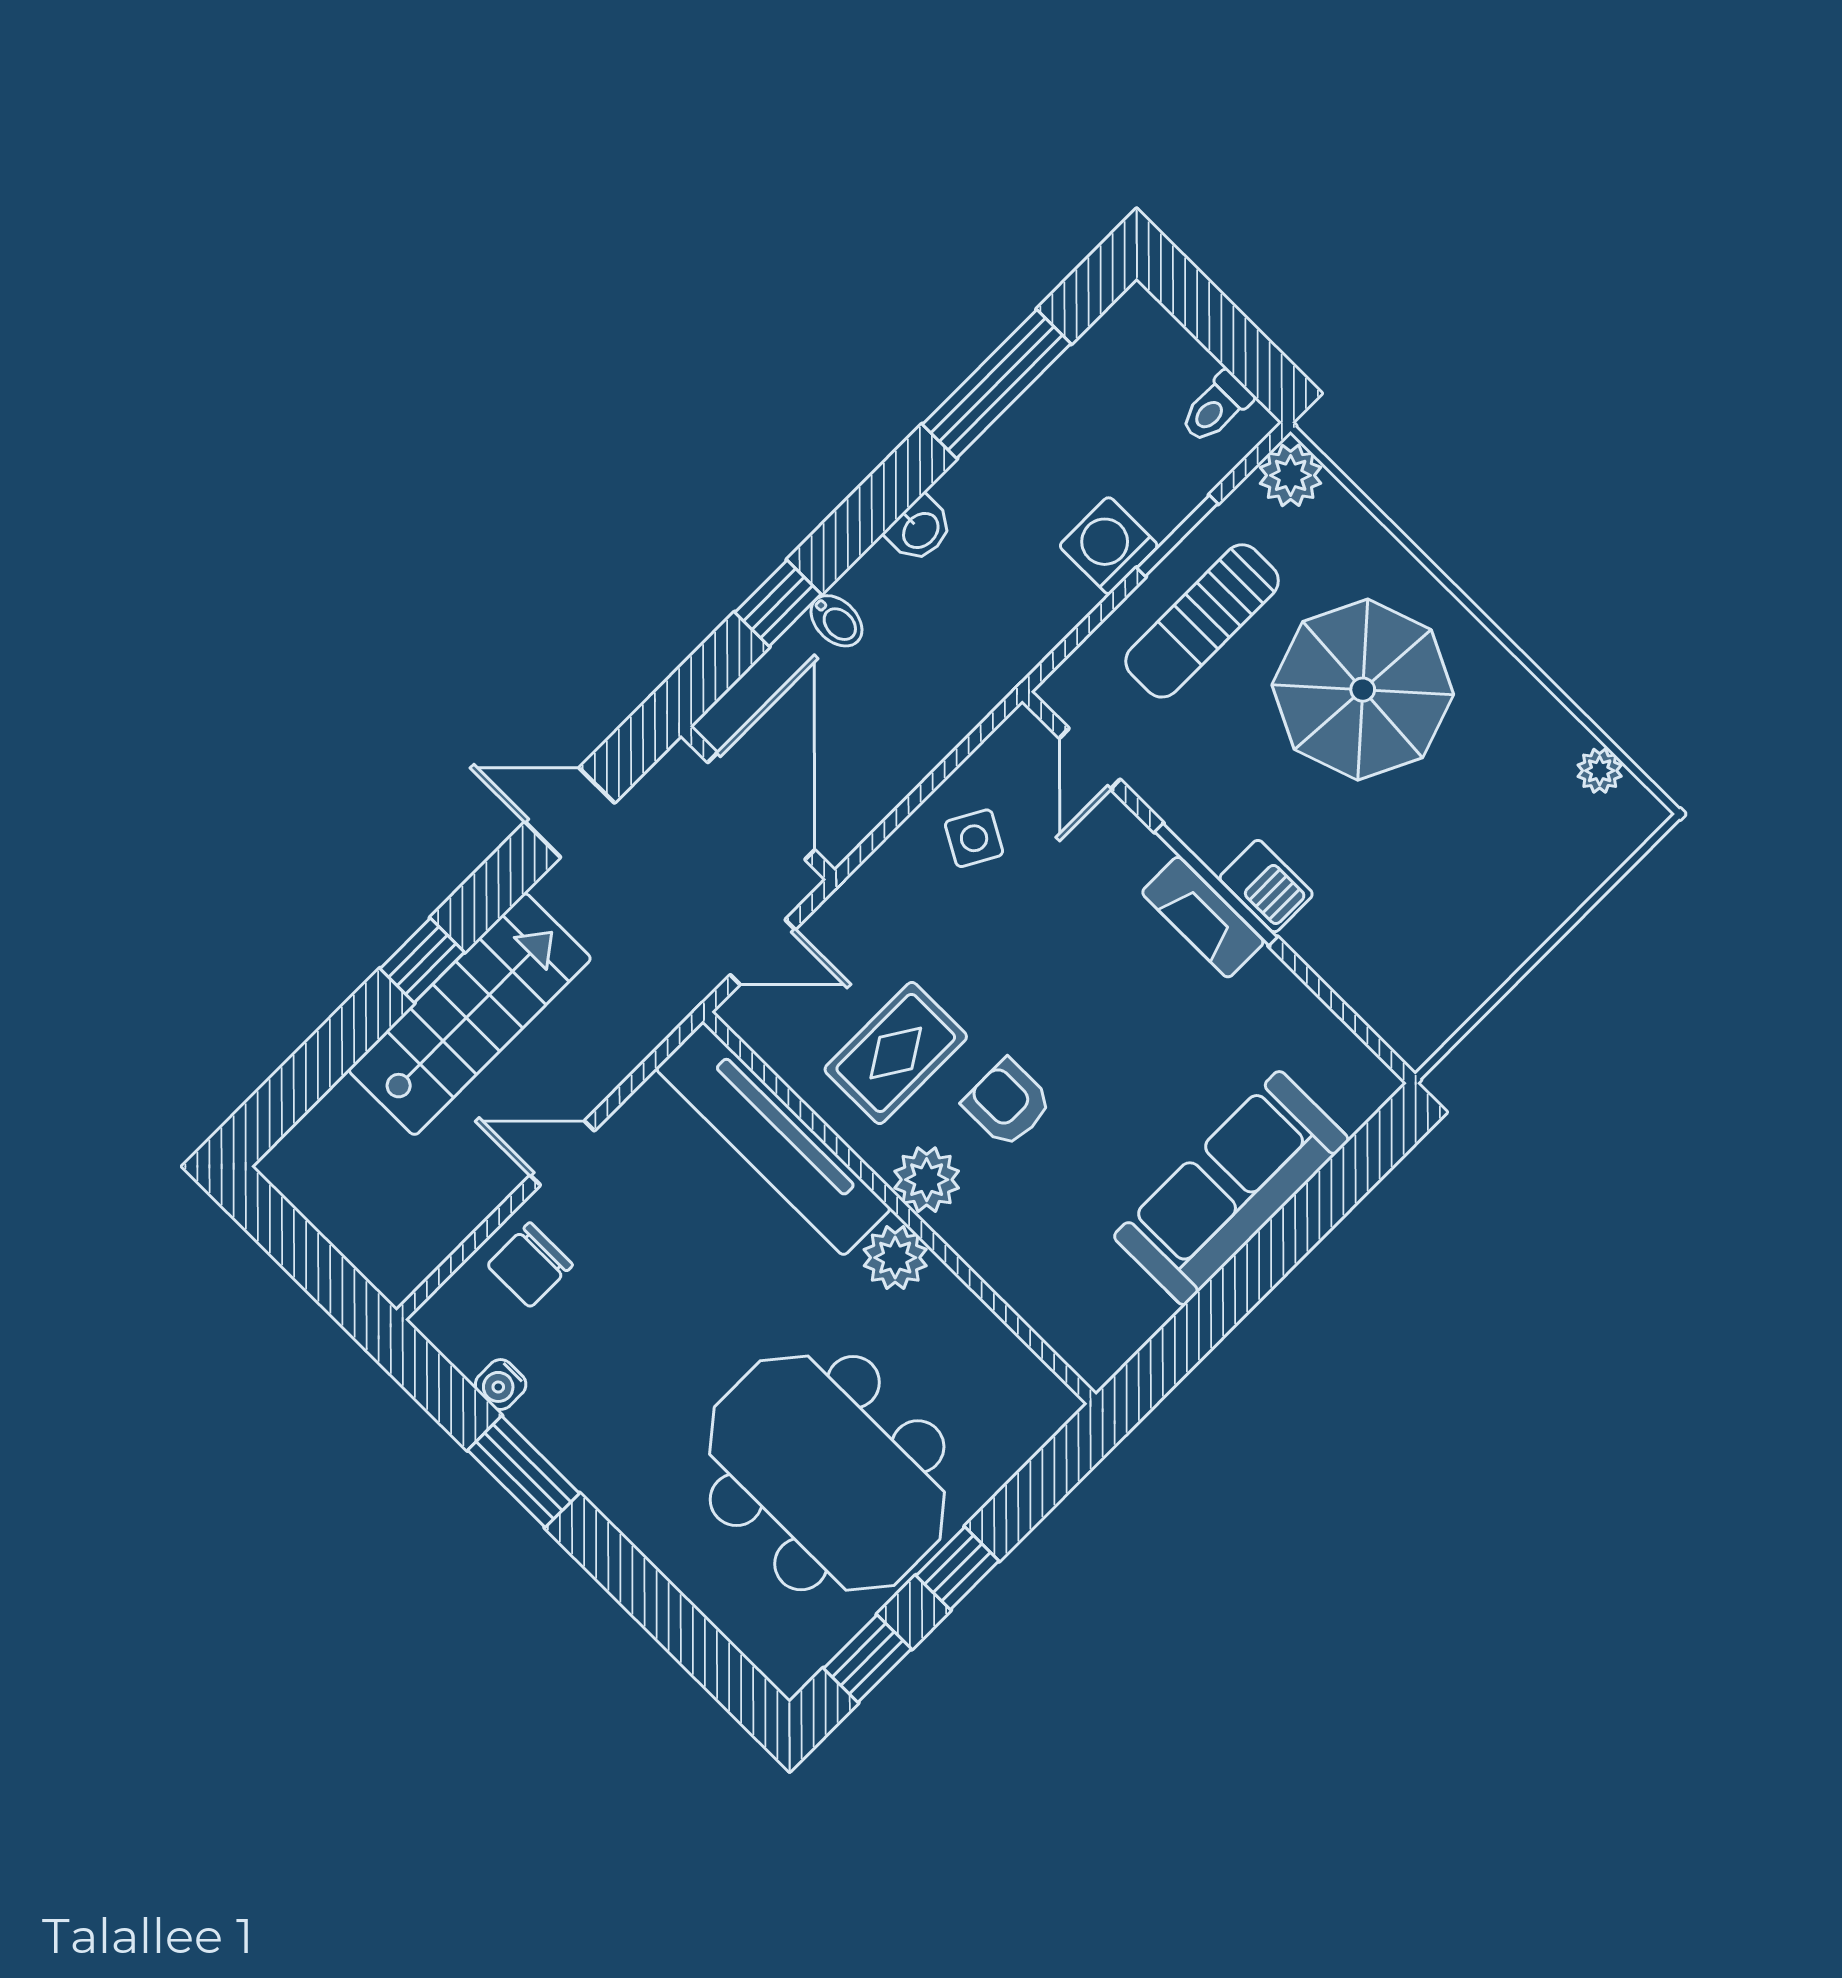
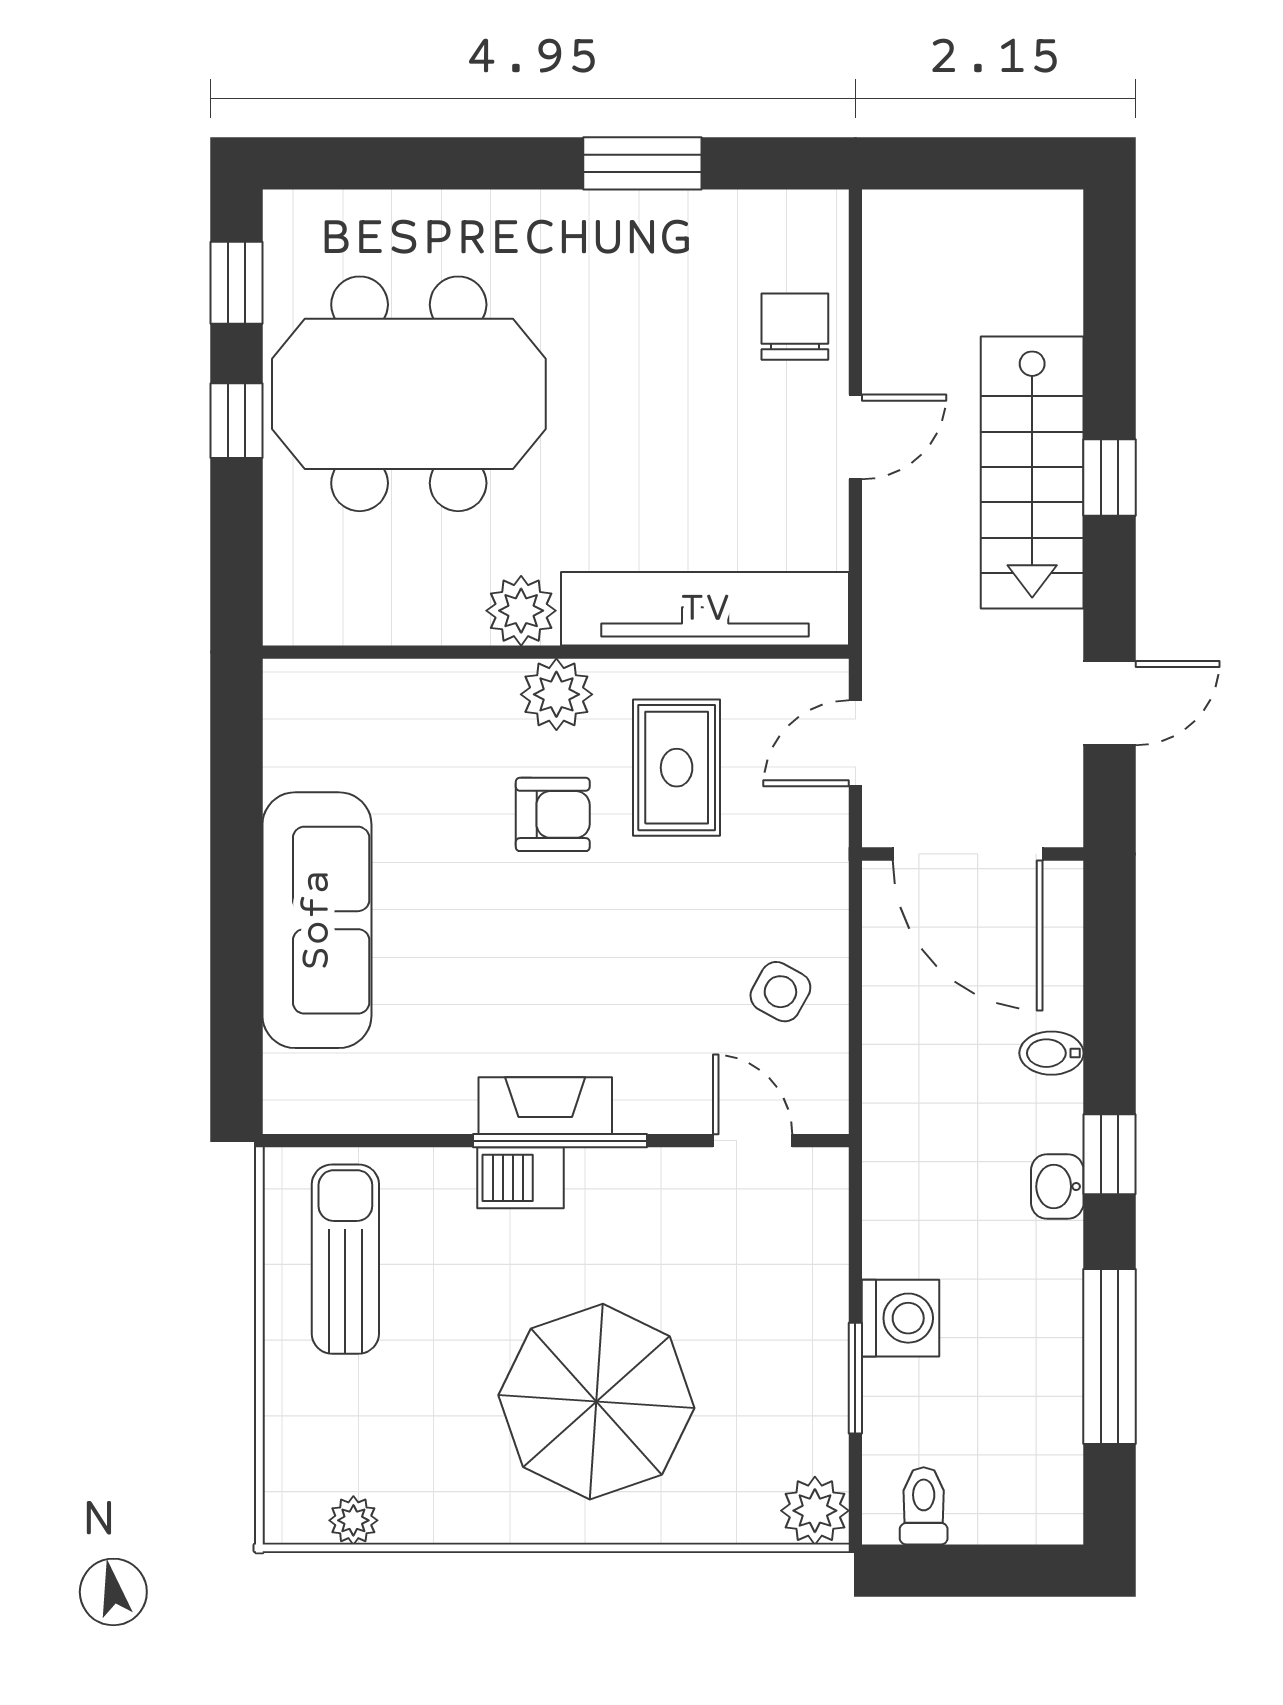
window: (778, 603) -> (1110, 1154), moved
sun lounger: (1202, 621) -> (345, 1259), moved
water cooler: (501, 1385) -> (726, 213), removed

